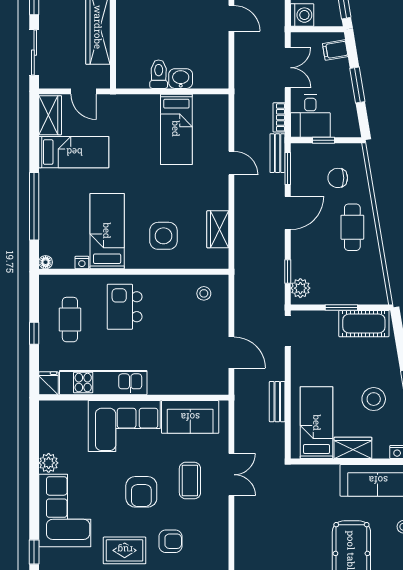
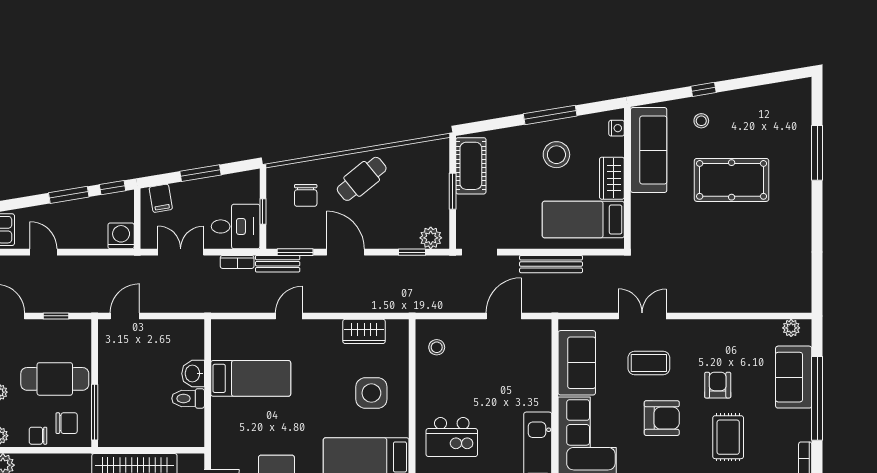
cafe table: (352, 227) -> (362, 179), turned -39
bench: (277, 402) -> (551, 264), width x1.36

